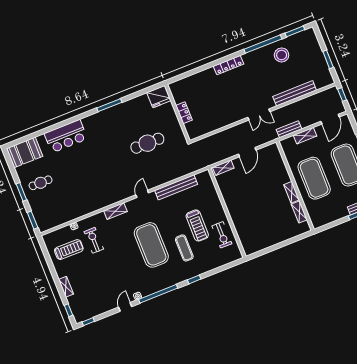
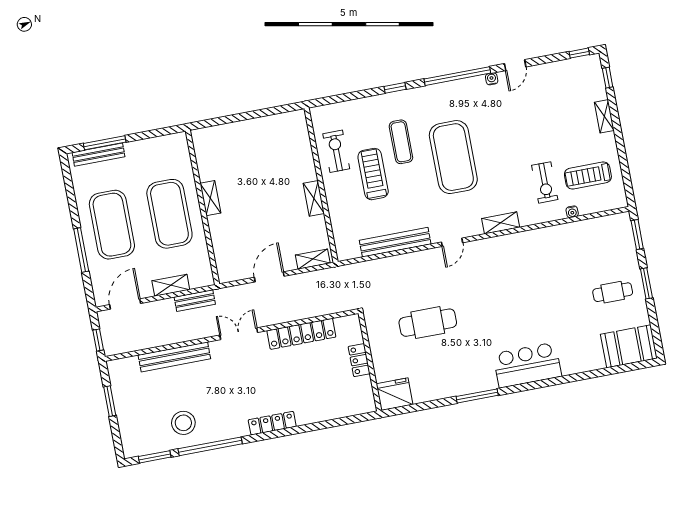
locker: (221, 122) -> (301, 334), added
bar counter: (66, 136) -> (527, 365), moved
shelving: (299, 212) -> (314, 198), moved

